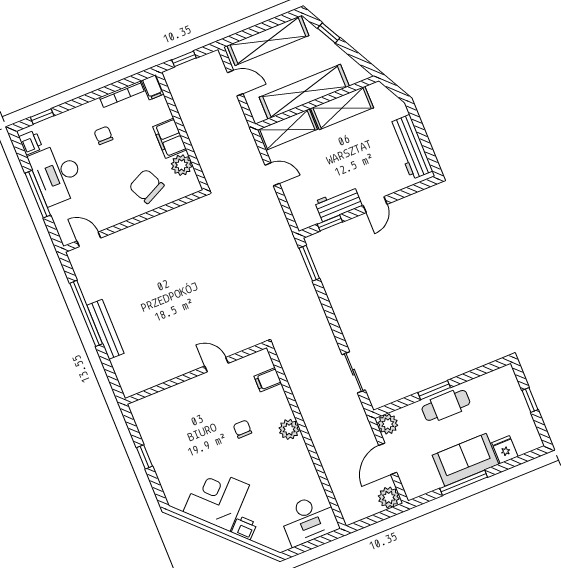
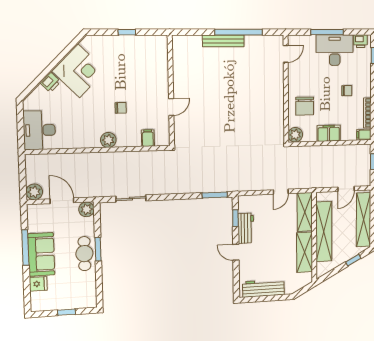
plant: (182, 165) -> (295, 135), moved
chair: (147, 186) -> (305, 106), turned 116

